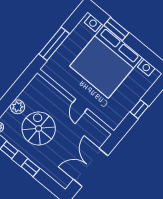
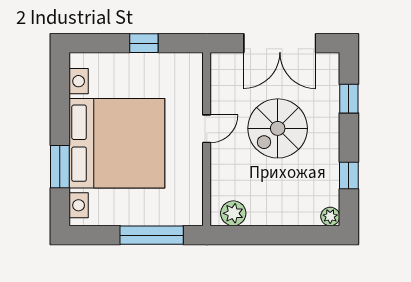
plant: (18, 107) -> (233, 213), moved
spiral stairs: (39, 128) -> (278, 128), moved
window: (30, 168) -> (349, 99), moved

